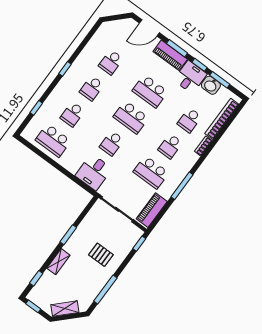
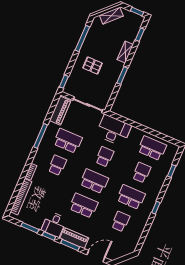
washbasin: (211, 85) -> (36, 222), removed
school desk: (92, 88) -> (131, 197), width x1.85
school desk: (189, 120) -> (47, 190), removed
desk: (94, 172) -> (114, 130), width x1.37

